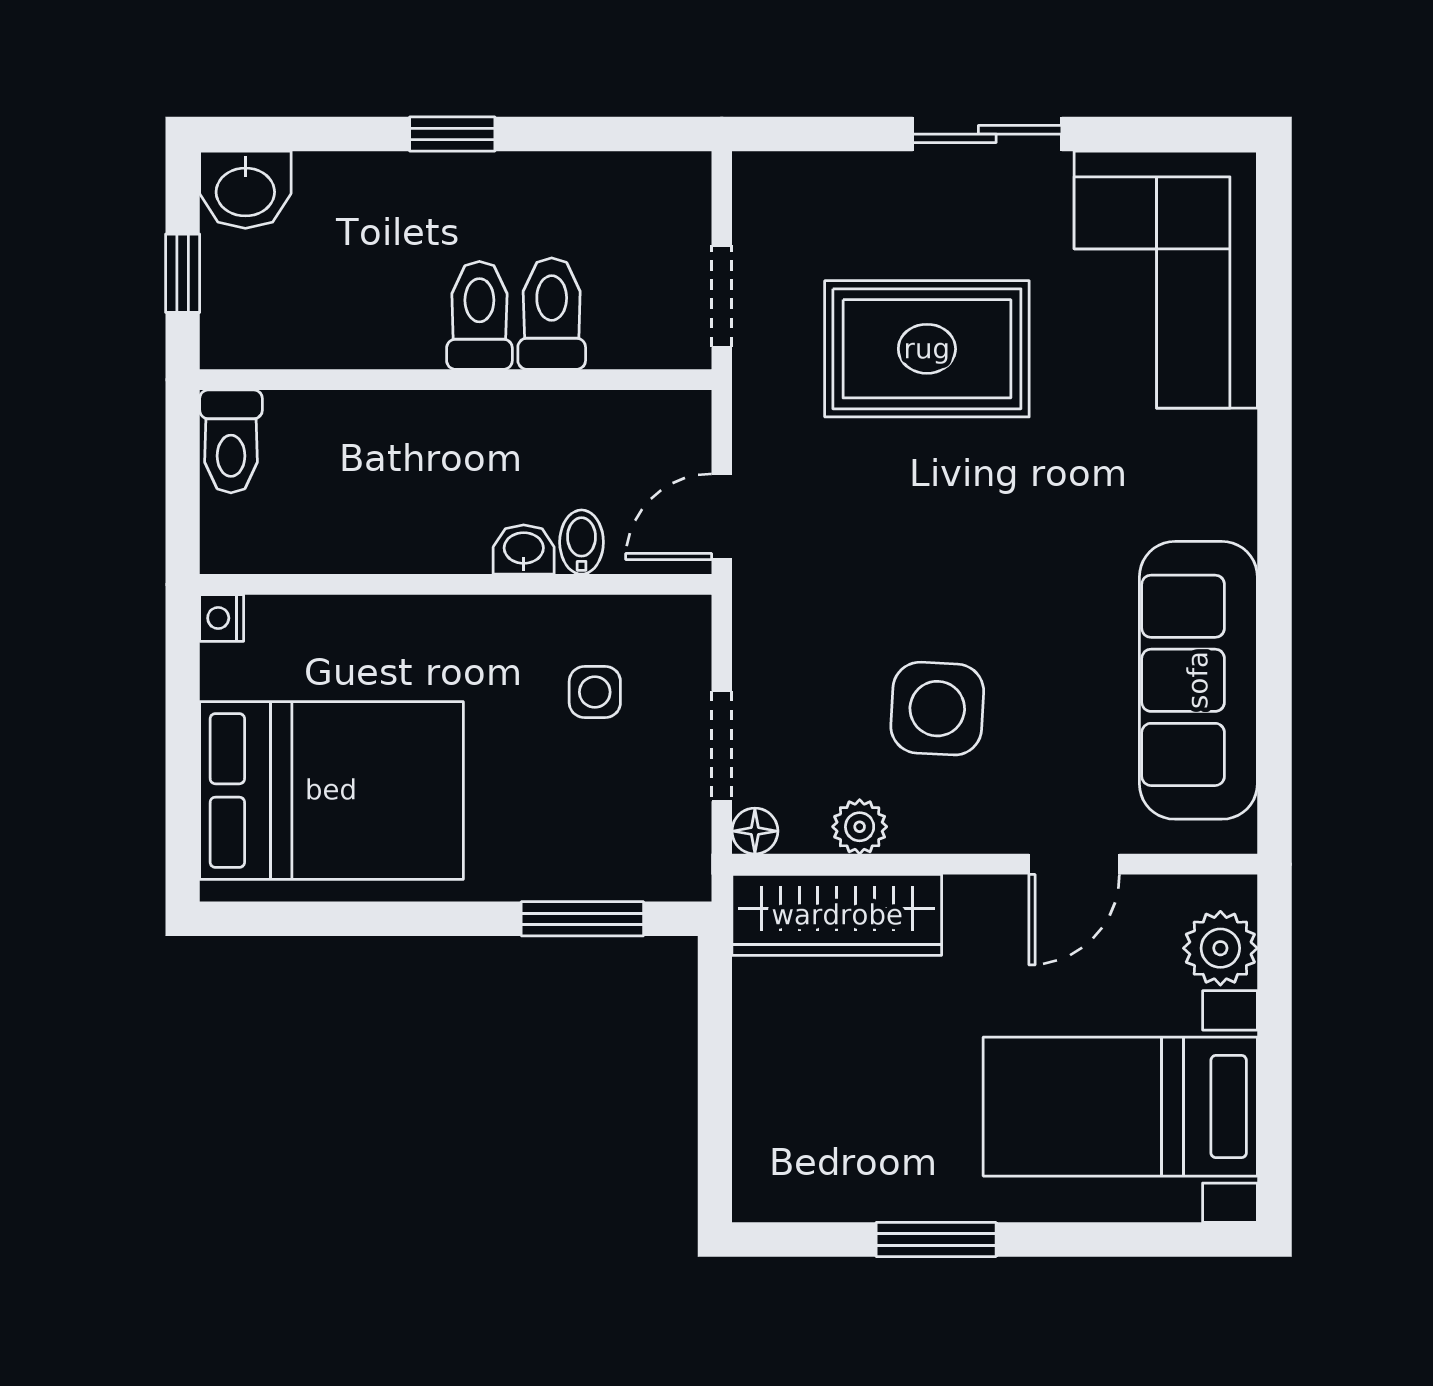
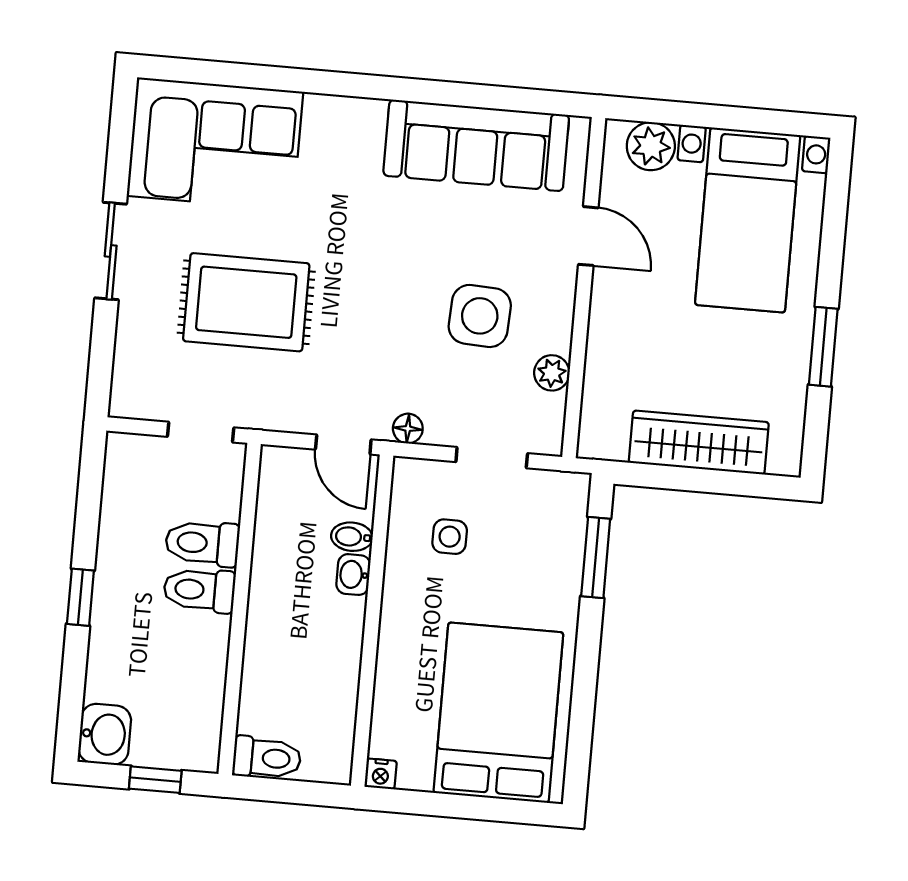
rug: (927, 349) -> (246, 302), turned 90
floor lamp: (755, 831) -> (408, 429), moved
wardrobe: (837, 915) -> (699, 443), moved, turned -90

